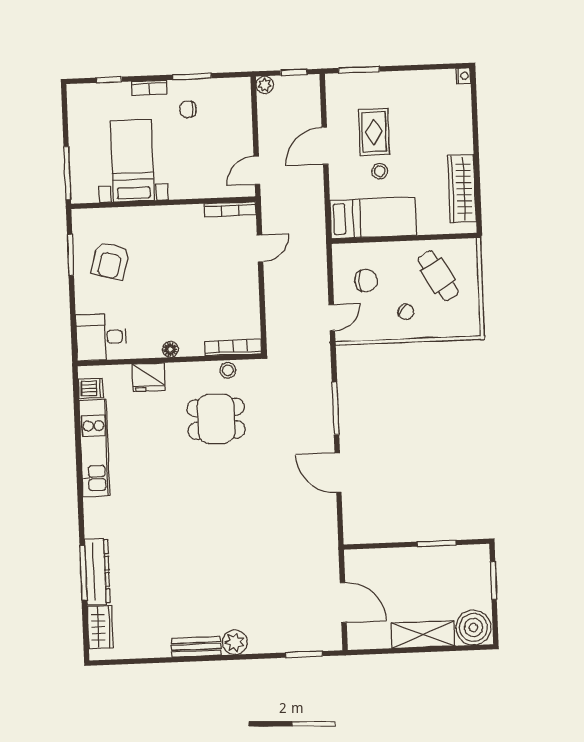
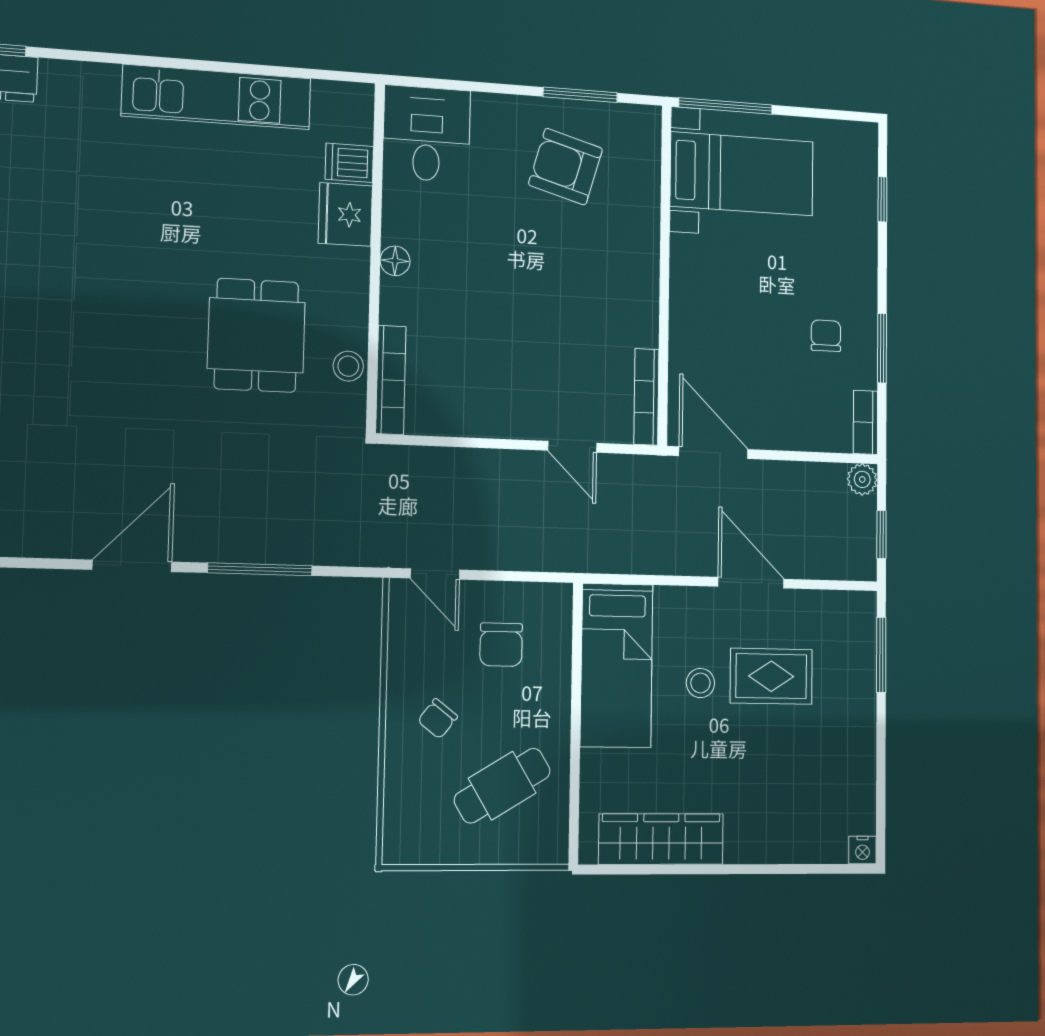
bookcase: (149, 88) -> (865, 422), moved
bed with nightstands: (132, 161) -> (742, 174), moved
door: (257, 170) -> (713, 453), width x1.38
dishwasher: (91, 388) -> (349, 163), moved, turned 90

